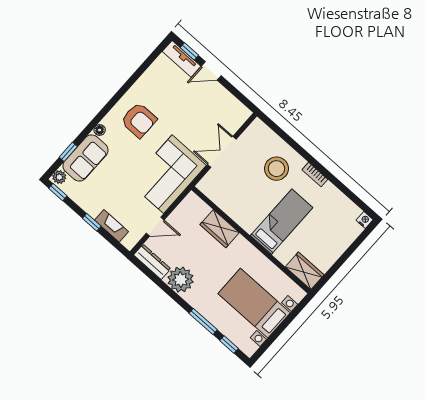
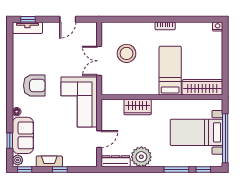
door: (211, 71) -> (68, 19), moved
stool: (276, 169) -> (126, 53), moved
fireplace: (111, 226) -> (49, 161), moved
wardrobe: (305, 271) -> (202, 87), width x1.50
window: (277, 333) -> (225, 138), added

